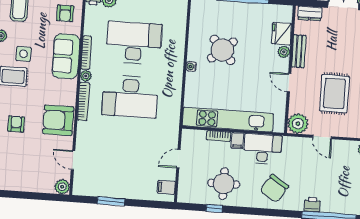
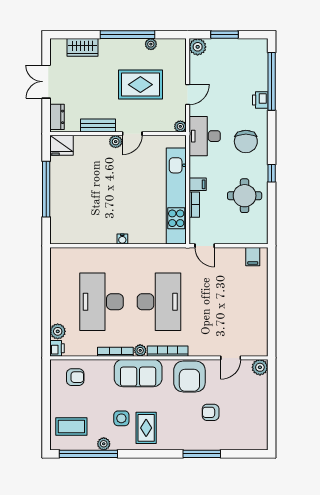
fridge: (282, 34) -> (62, 145), moved
round table: (222, 50) -> (102, 207), removed
plant: (284, 52) -> (116, 142), moved
sofa: (66, 56) -> (138, 373), moved
armchair: (16, 124) -> (211, 412), moved
plant: (298, 124) -> (180, 126), width x0.53, depth x0.53
desk: (263, 149) -> (205, 136), moved
door: (178, 159) -> (205, 246), moved
chair: (274, 188) -> (246, 141), turned 58
window: (111, 201) -> (272, 314), removed
window: (214, 208) -> (272, 173), moved

